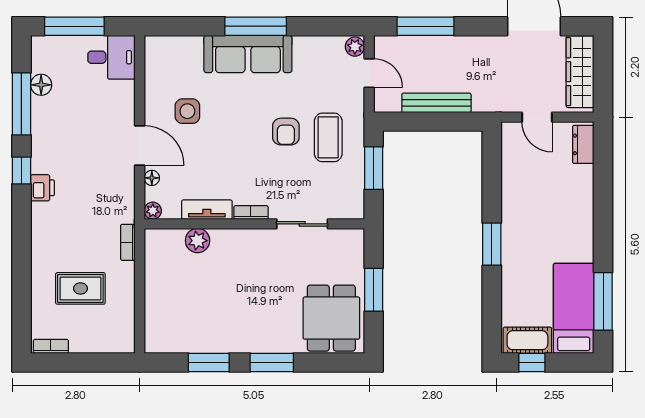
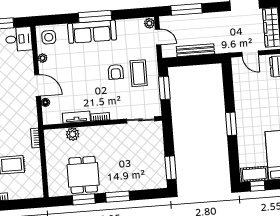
side table: (187, 111) -> (49, 37), moved
plant: (153, 211) -> (43, 58), moved
sliding door: (302, 224) -> (141, 120), moved
window: (374, 290) -> (171, 168), moved
dining table: (331, 318) -> (83, 175), moved

